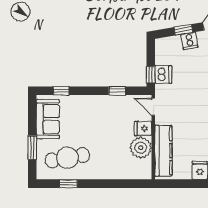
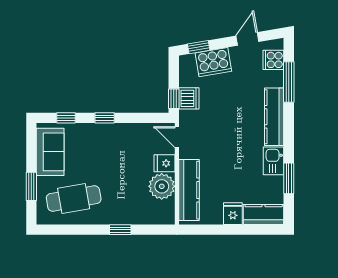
window: (183, 30) -> (199, 47), moved
cooker: (190, 41) -> (213, 62), width x1.87, depth x1.31
window: (117, 91) -> (105, 118), moved
window: (68, 184) -> (120, 230), moved

